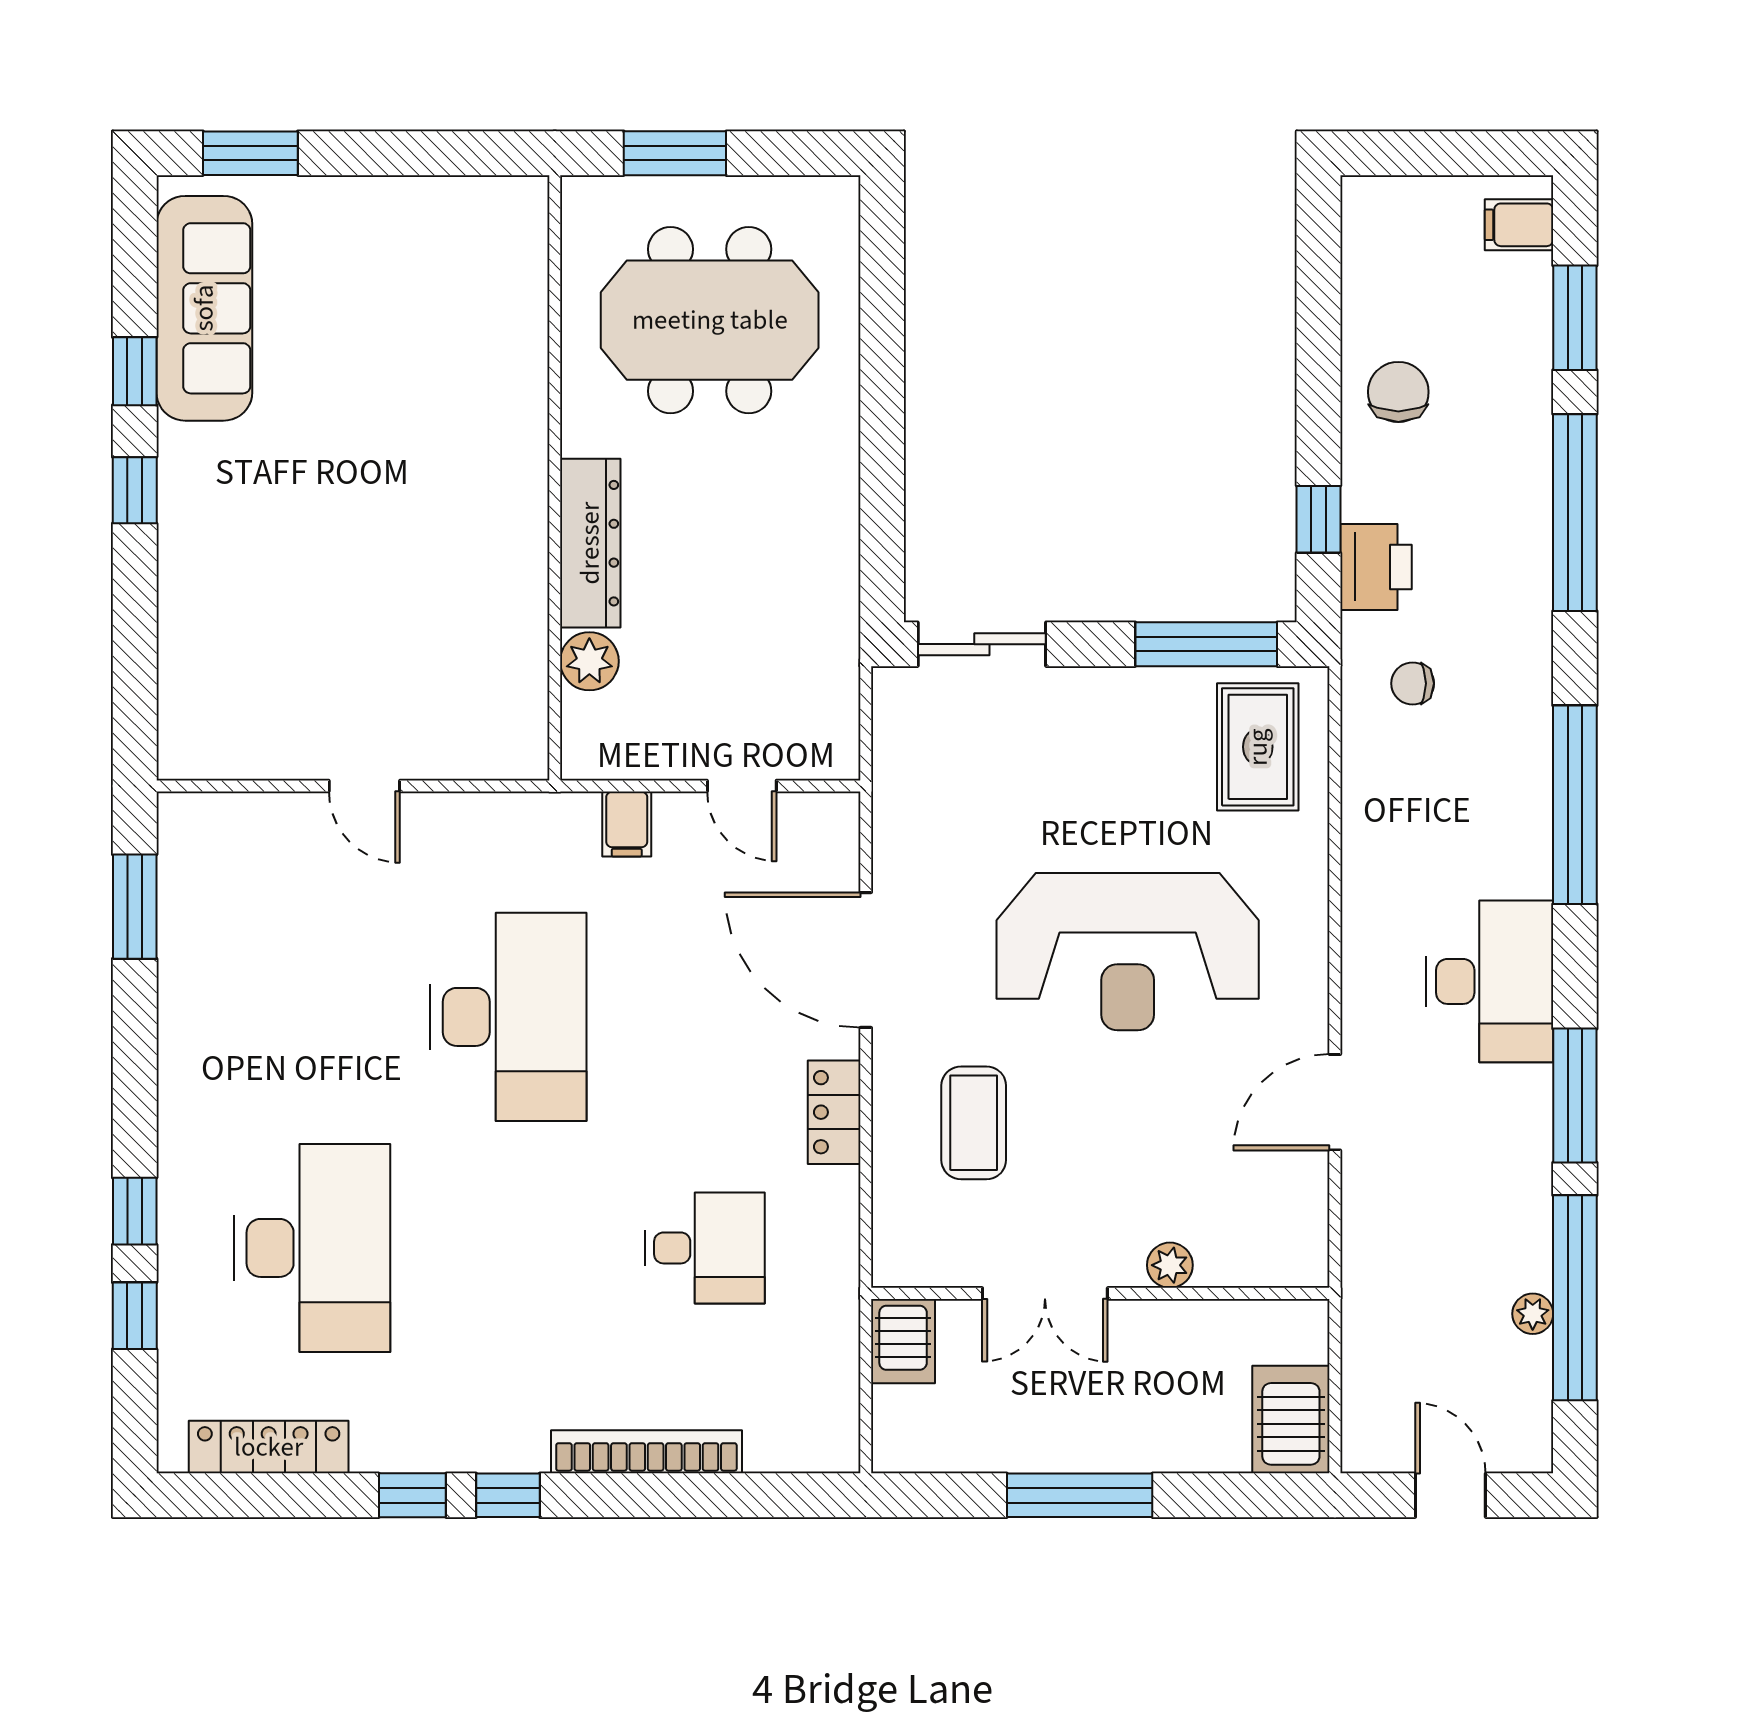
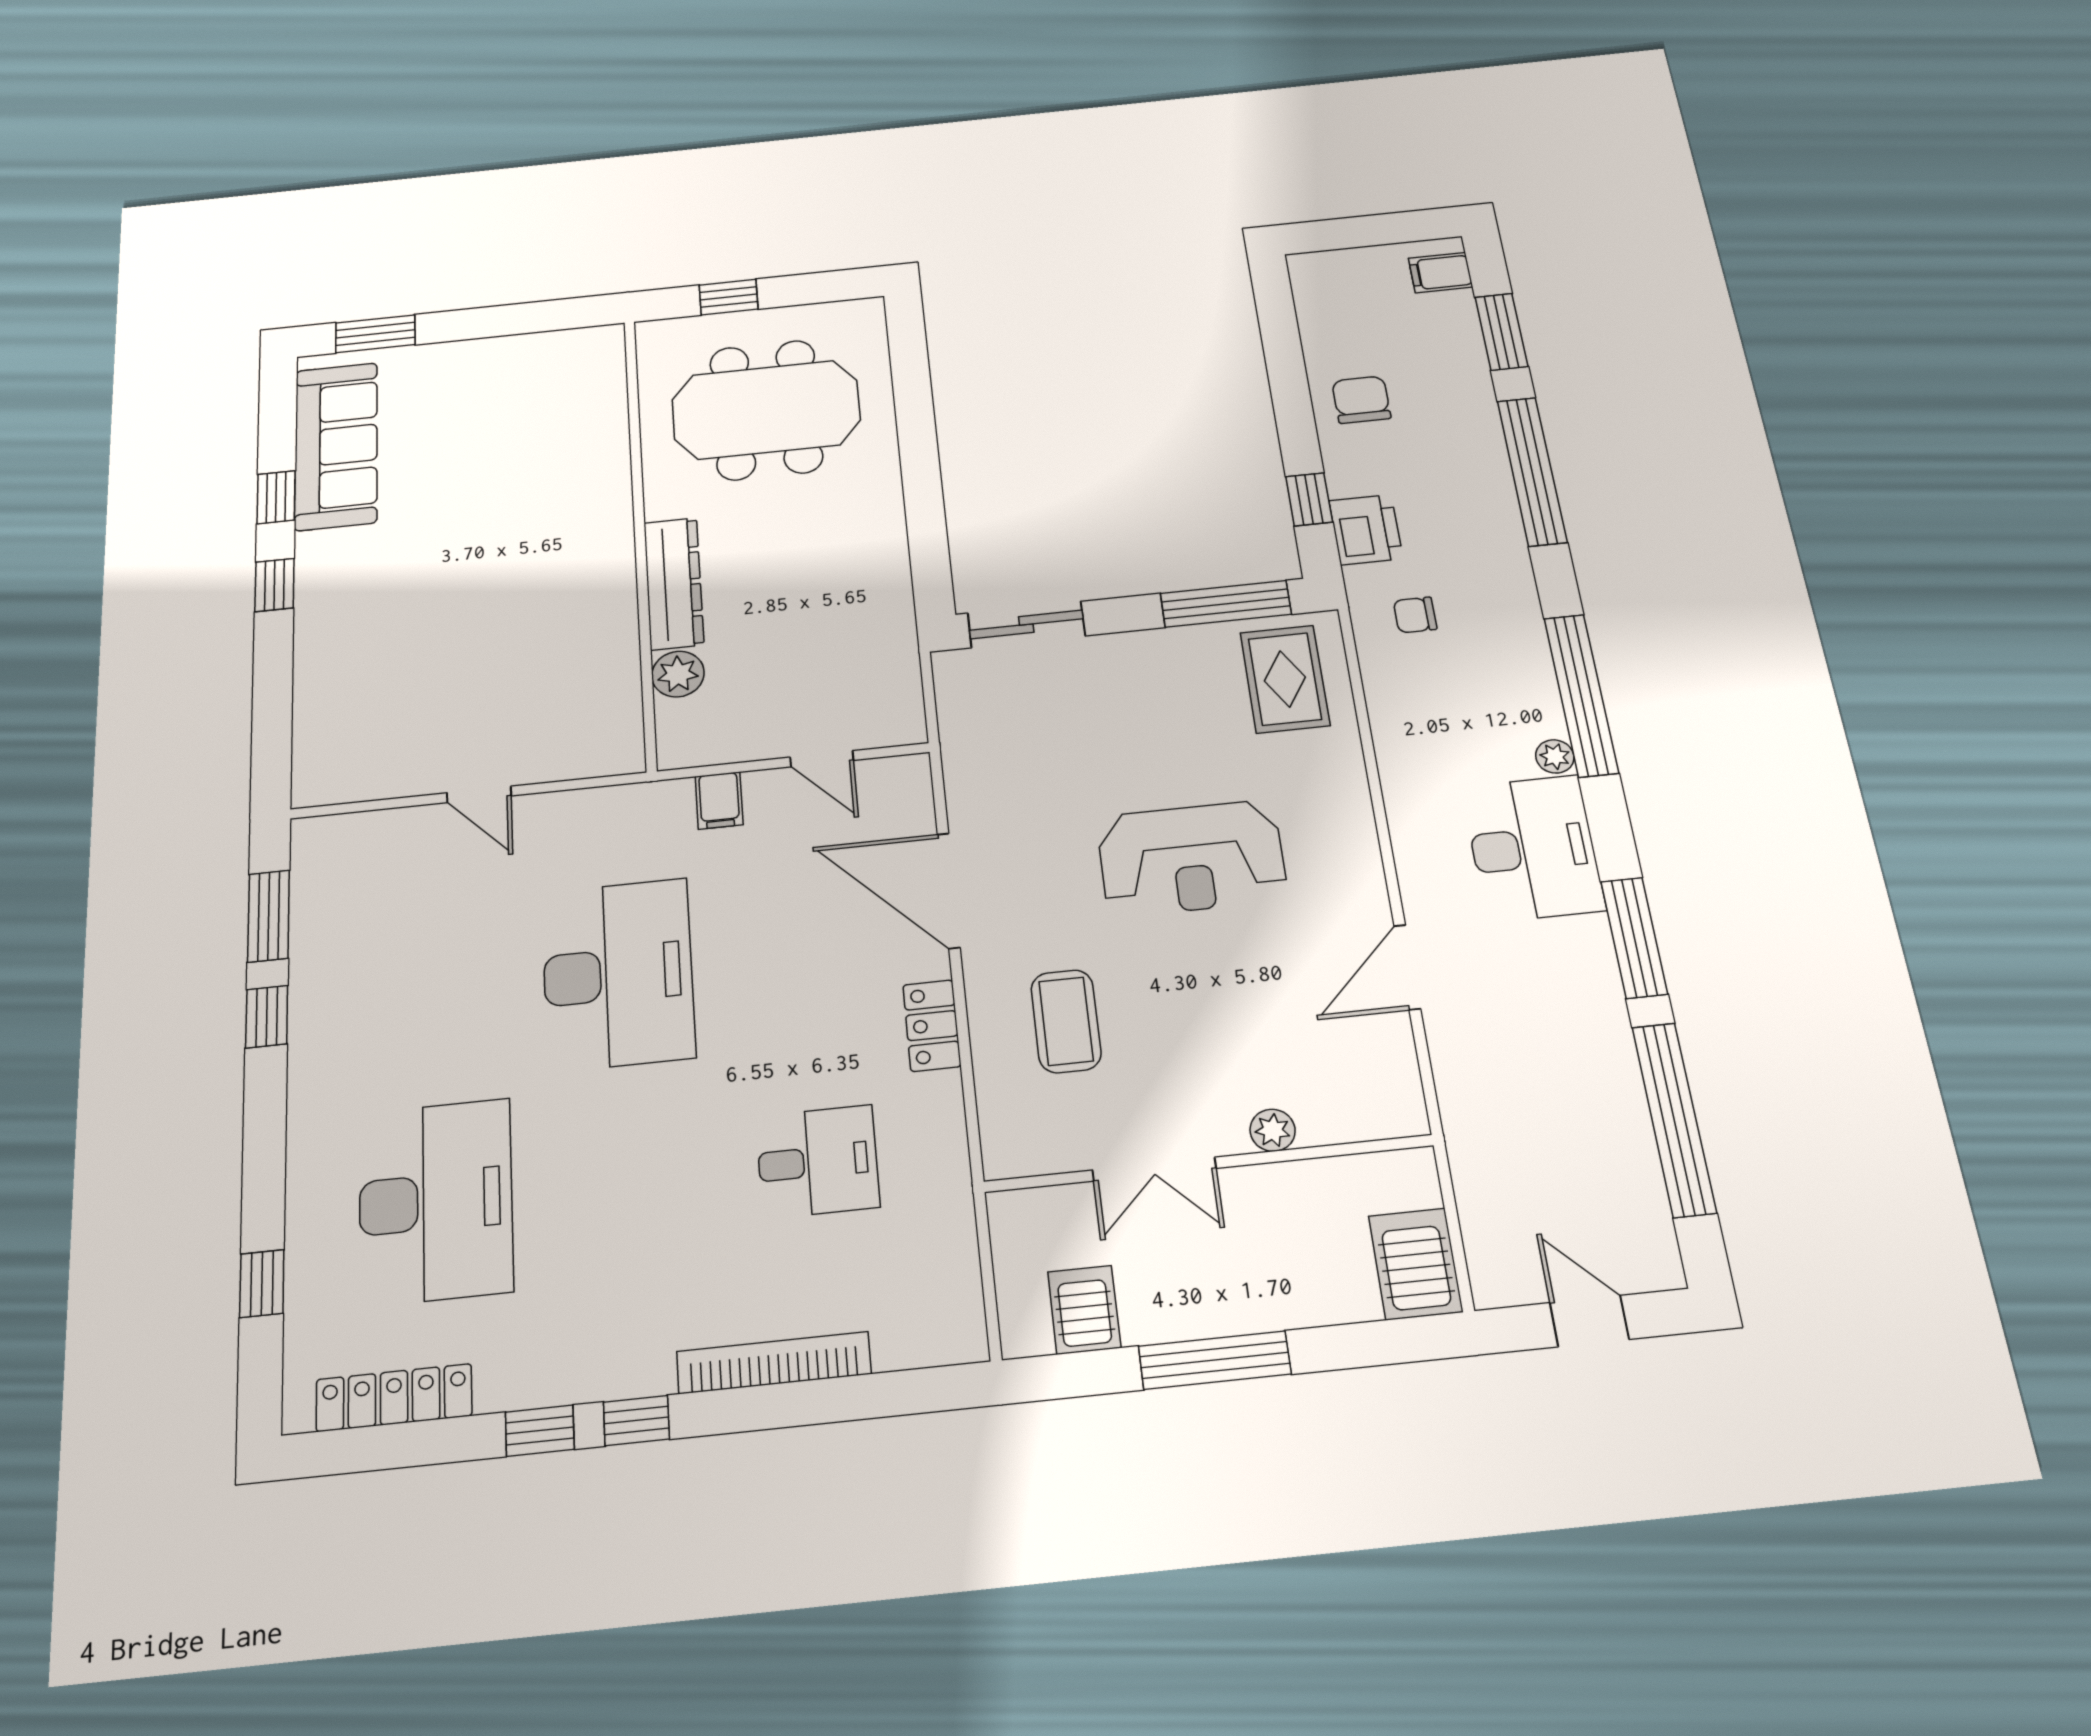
window: (675, 153) -> (729, 297), width x0.67
reception desk: (1128, 952) -> (1192, 858), width x0.74, depth x0.77
window: (135, 1211) -> (267, 1017), moved
plant: (1533, 1314) -> (1555, 756), moved
server rack: (903, 1341) -> (1084, 1310), moved, turned 180

